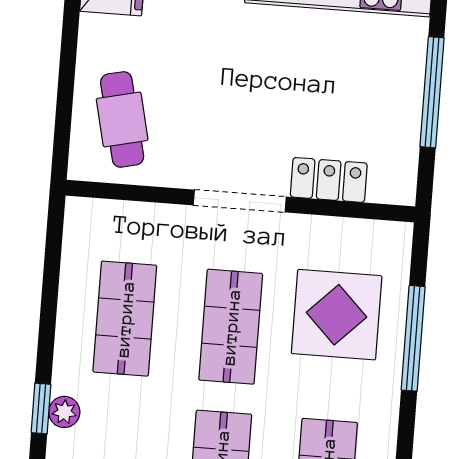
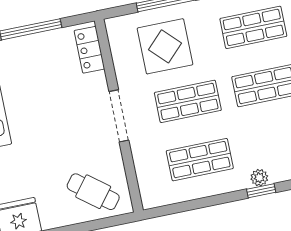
cafe table: (122, 119) -> (93, 192), turned 51
locker: (329, 180) -> (89, 50), moved

